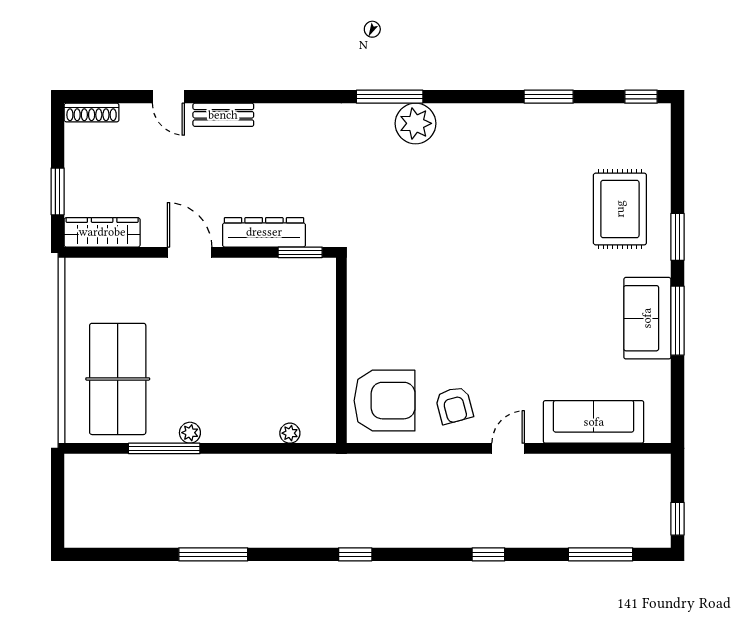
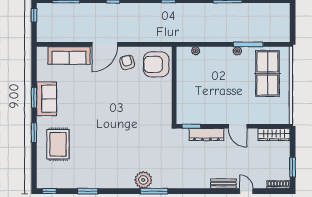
window: (58, 191) -> (293, 167), moved
window: (677, 321) -> (34, 98), width x0.69
door: (508, 448) -> (105, 44), width x1.87

